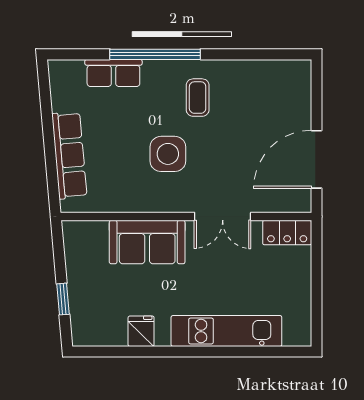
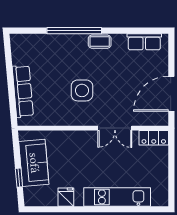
row of seats: (113, 73) -> (144, 42), moved
coffee table: (198, 98) -> (100, 42), moved, turned 90
sofa: (147, 242) -> (34, 163), moved, turned -95

